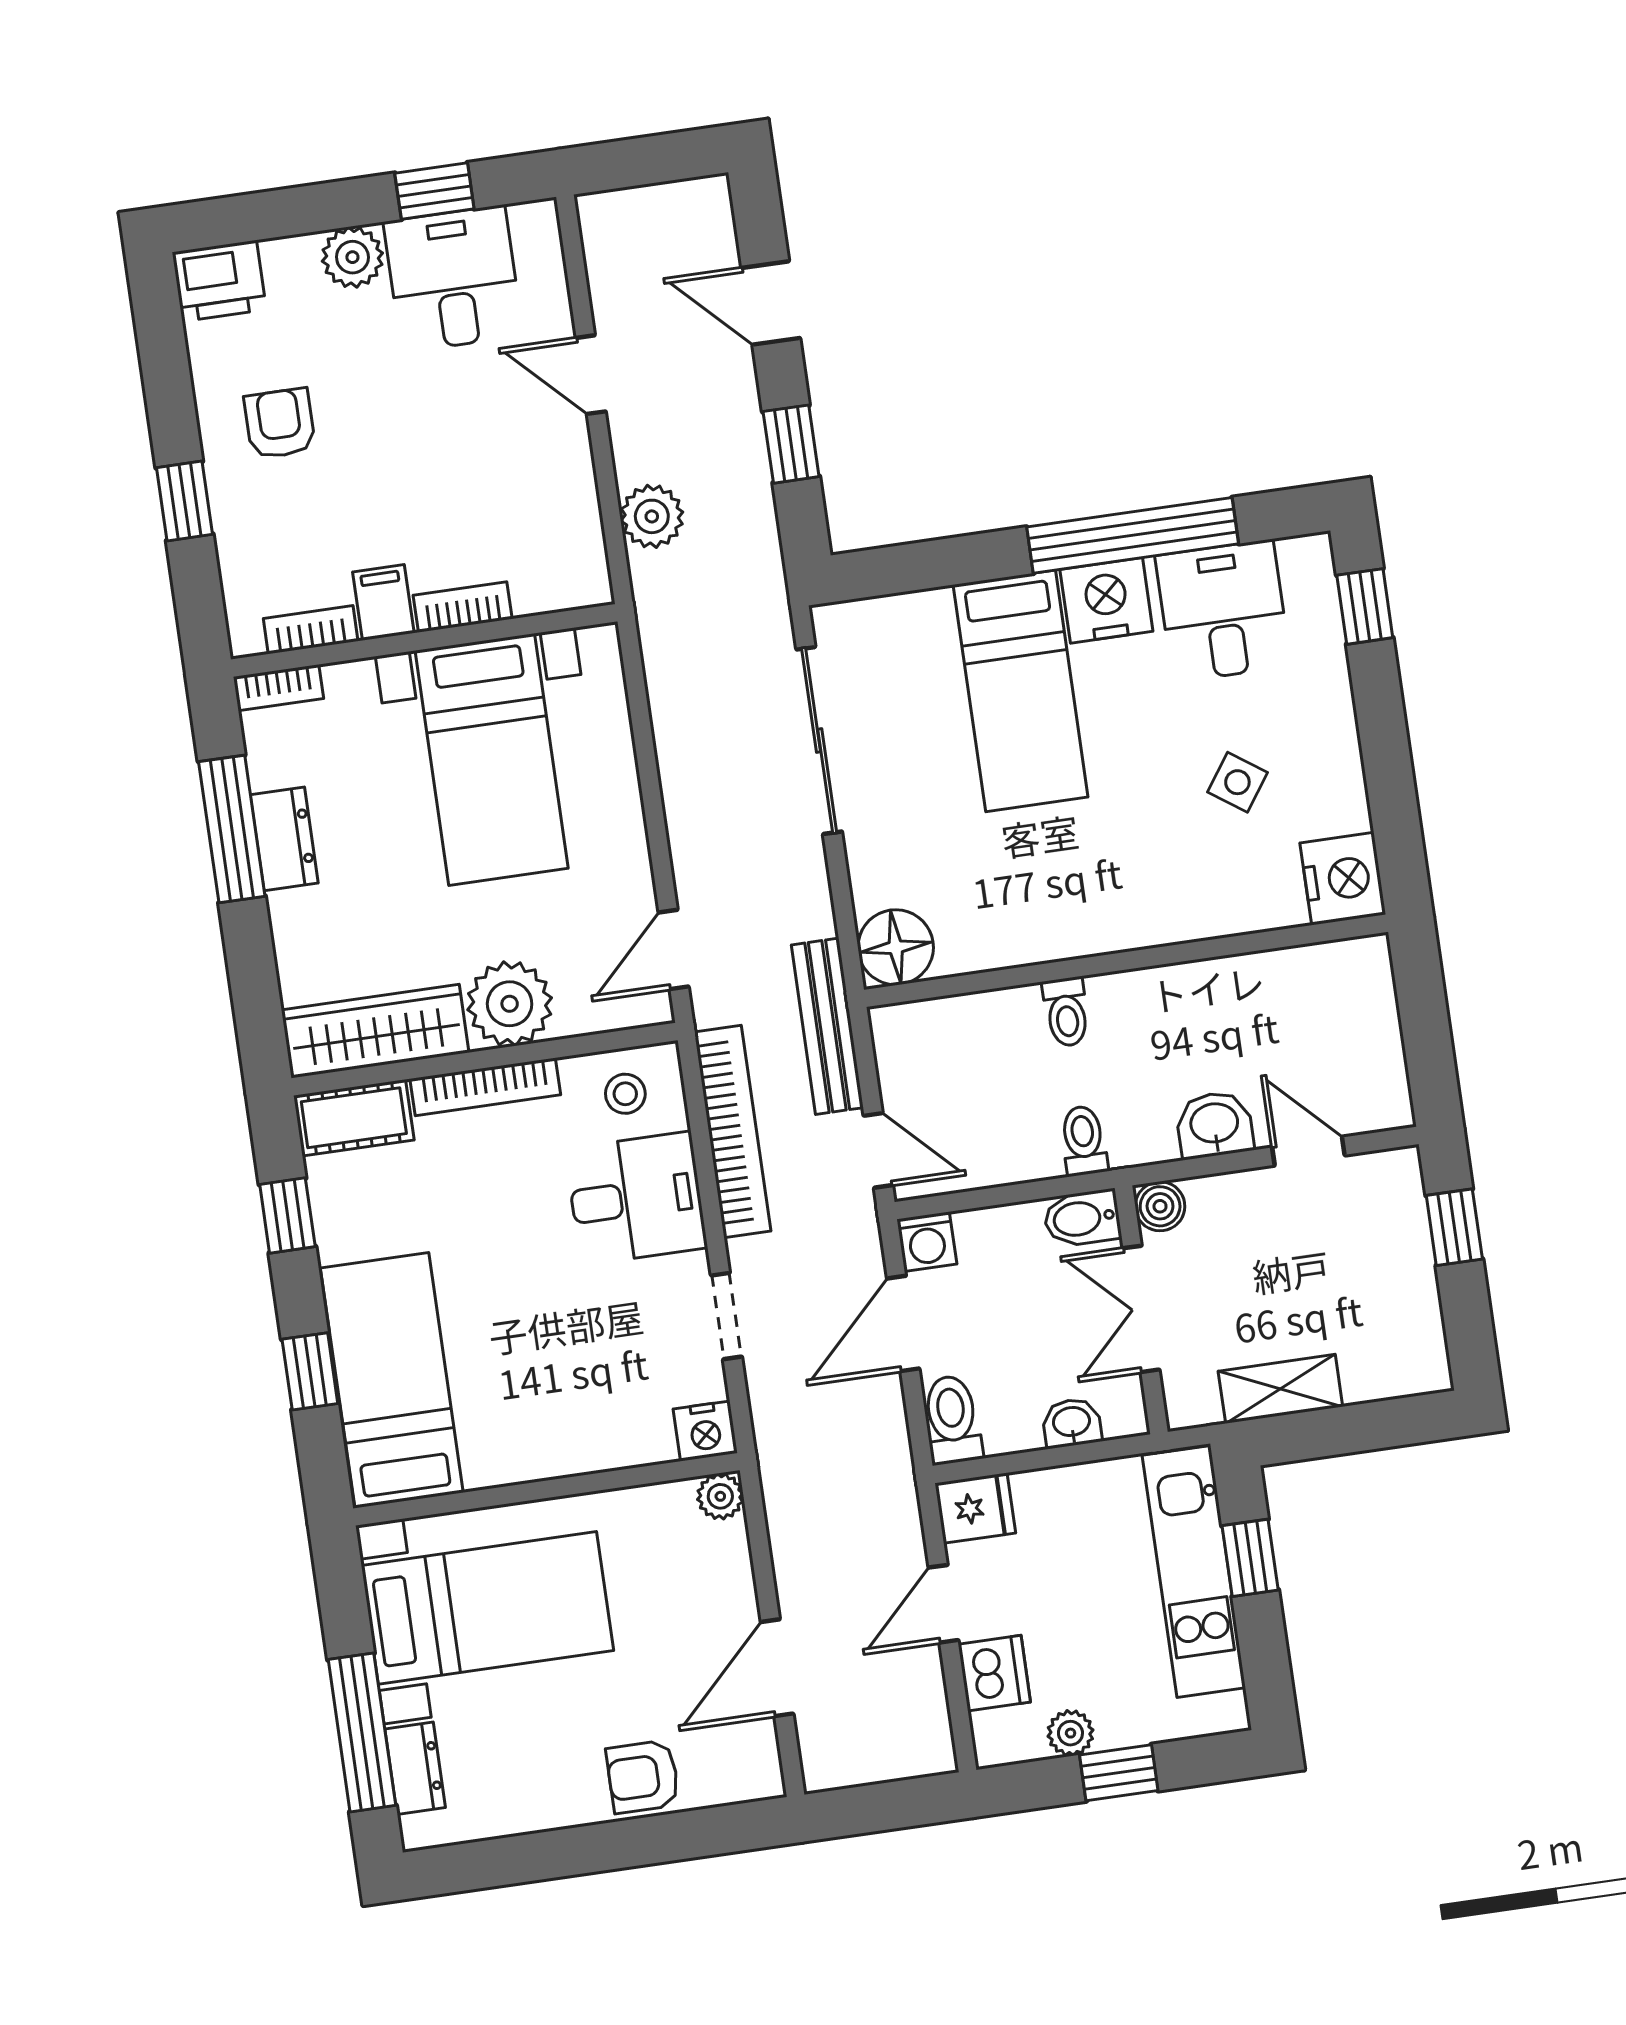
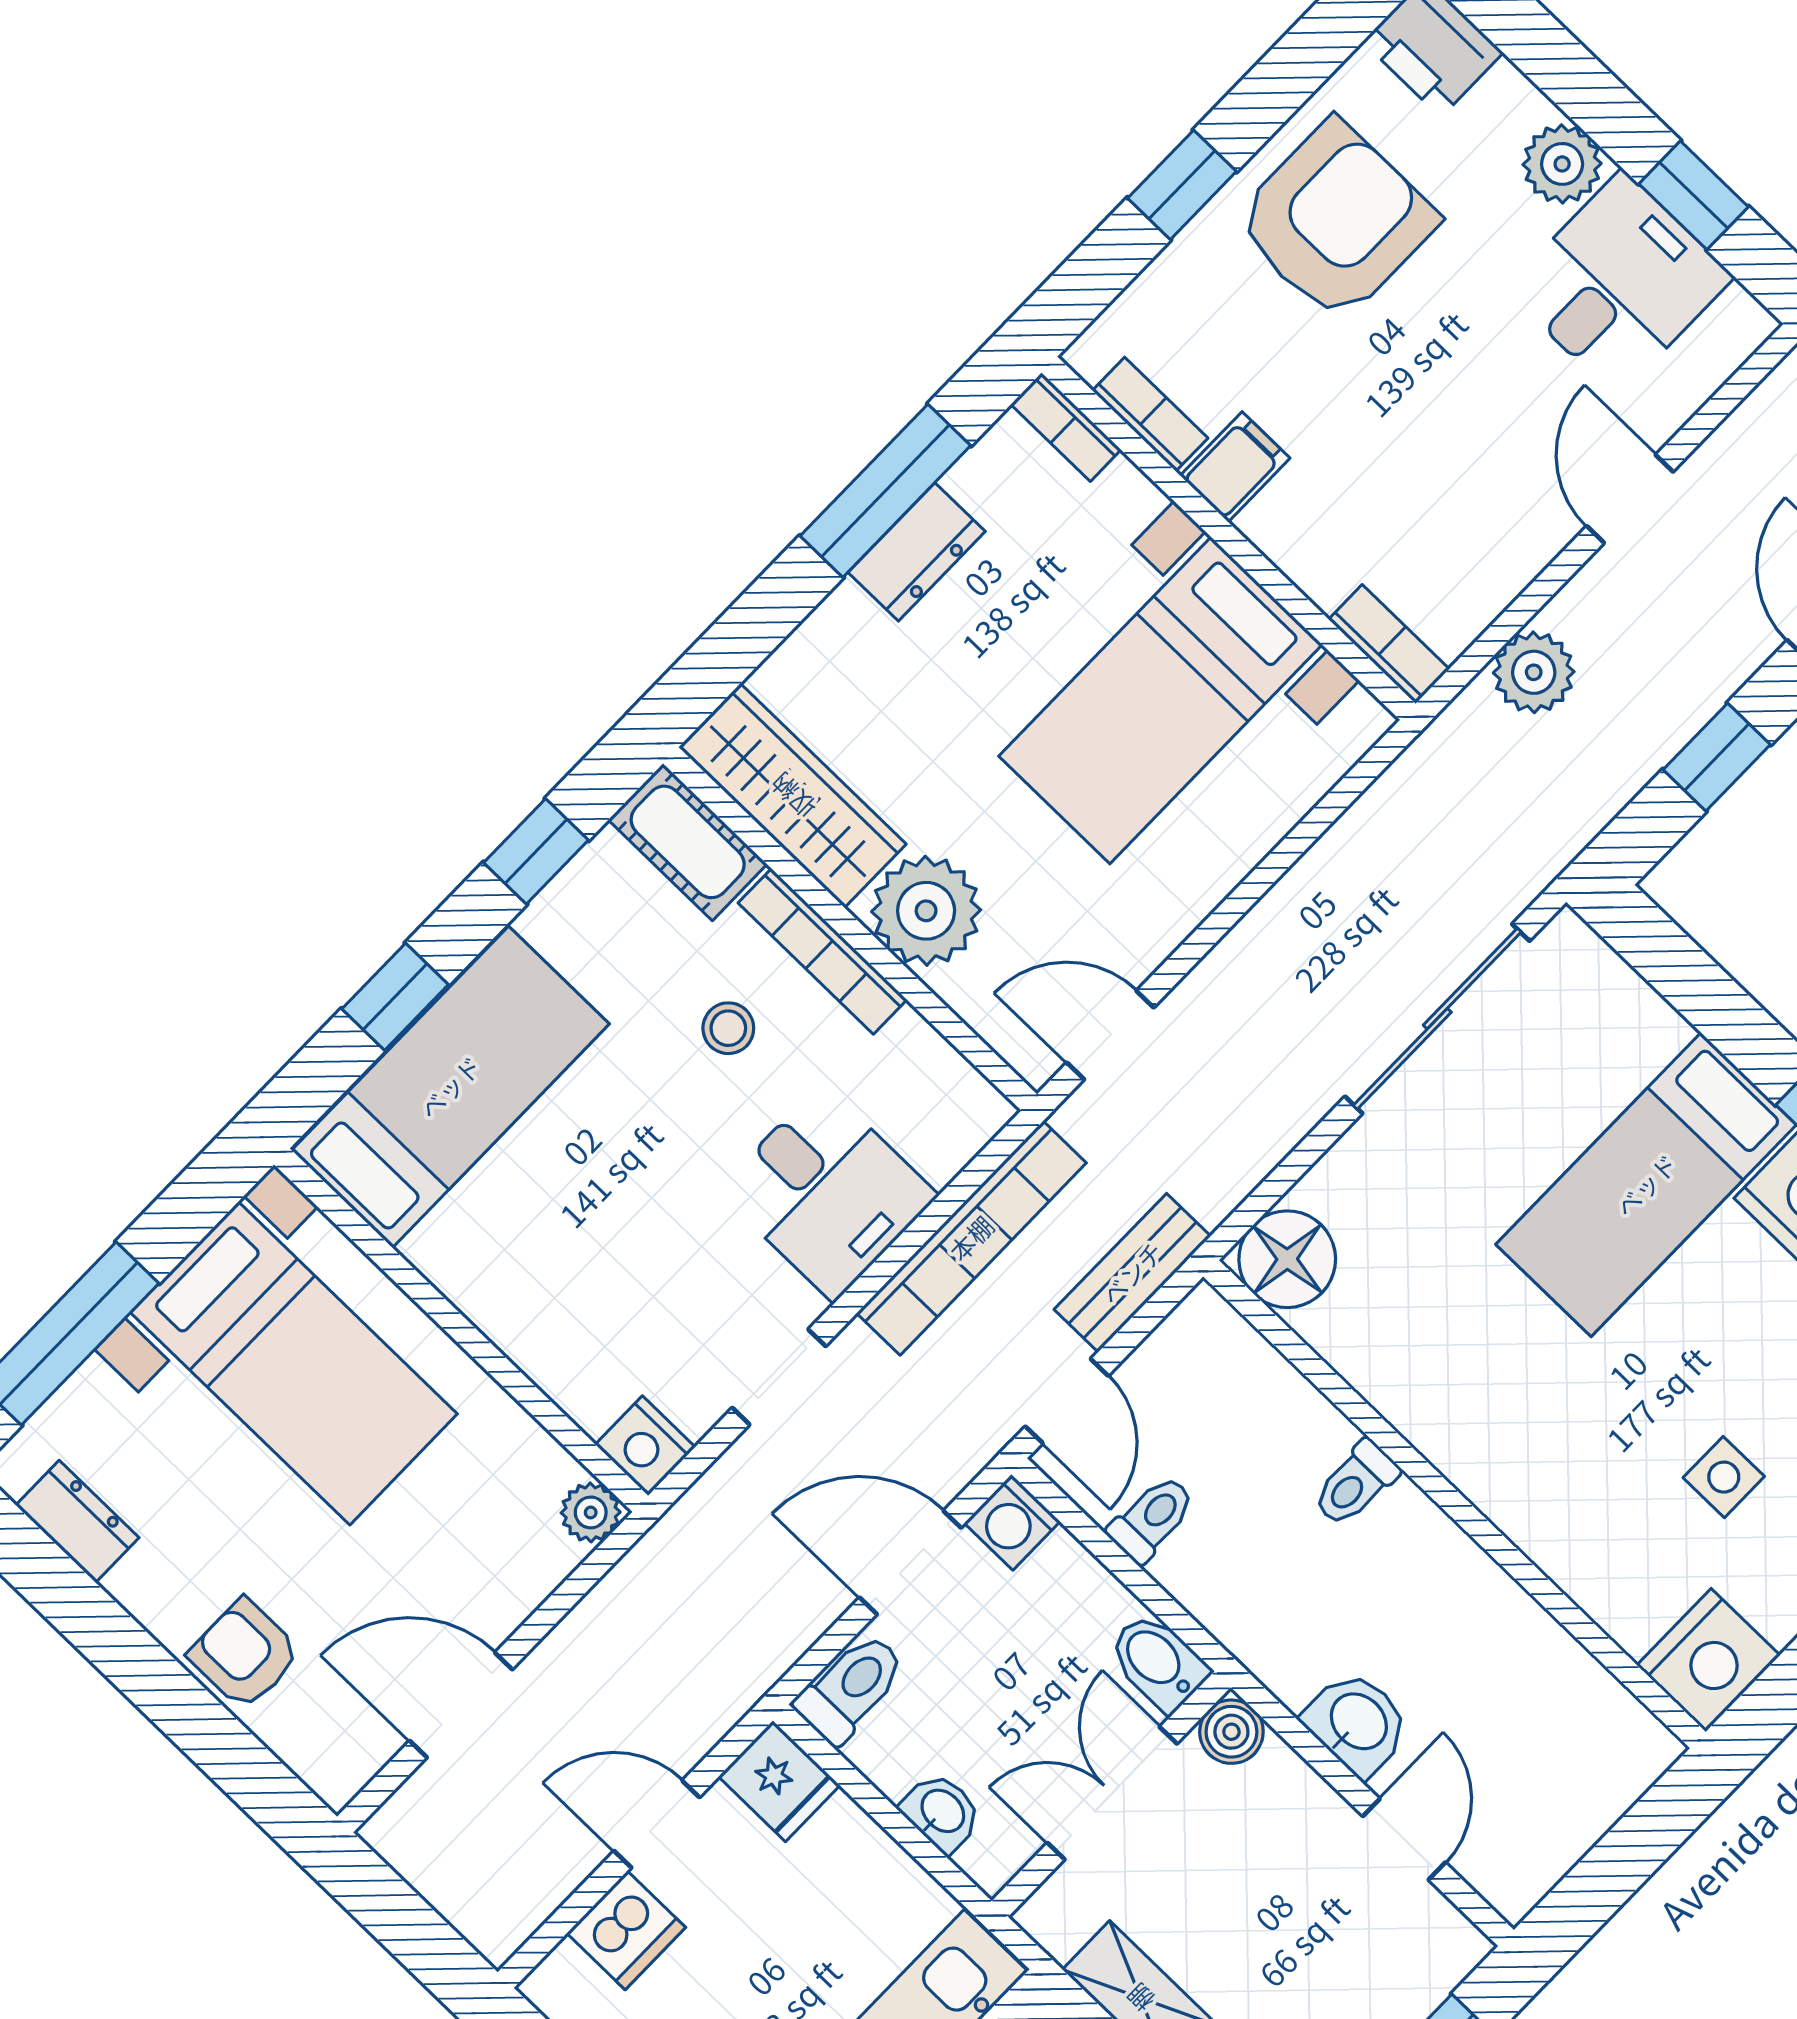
armchair: (280, 423) -> (1336, 221), width x1.88, depth x1.88
bookcase: (463, 607) -> (1389, 644), moved
side table: (1237, 782) -> (1724, 1477), turned -35
bench: (827, 1026) -> (1132, 1273), width x0.73
stool: (625, 1094) -> (728, 1028), moved
toilet: (1084, 1141) -> (1152, 1519), moved
dresser: (415, 1768) -> (77, 1521), moved, turned -90

